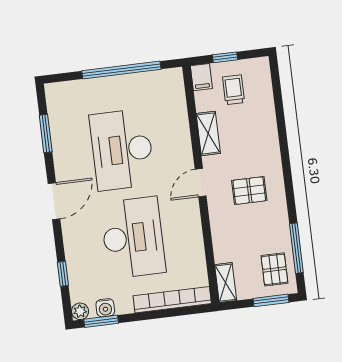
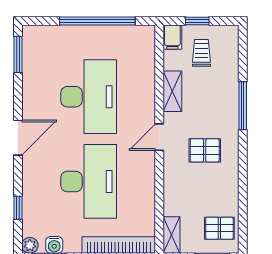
window: (46, 133) -> (18, 54), moved
desk: (122, 150) -> (89, 97), turned 180
window: (296, 248) -> (243, 106), moved
pallet: (274, 269) -> (219, 228), turned 90

